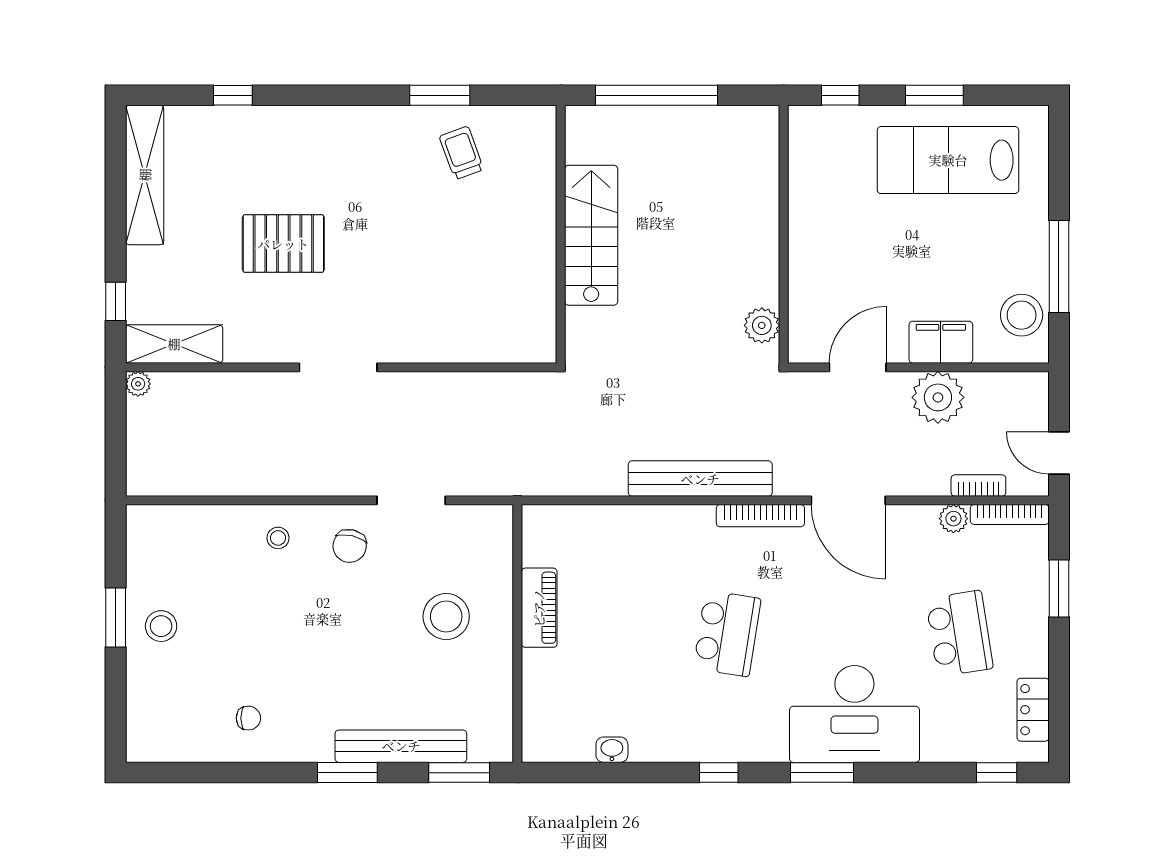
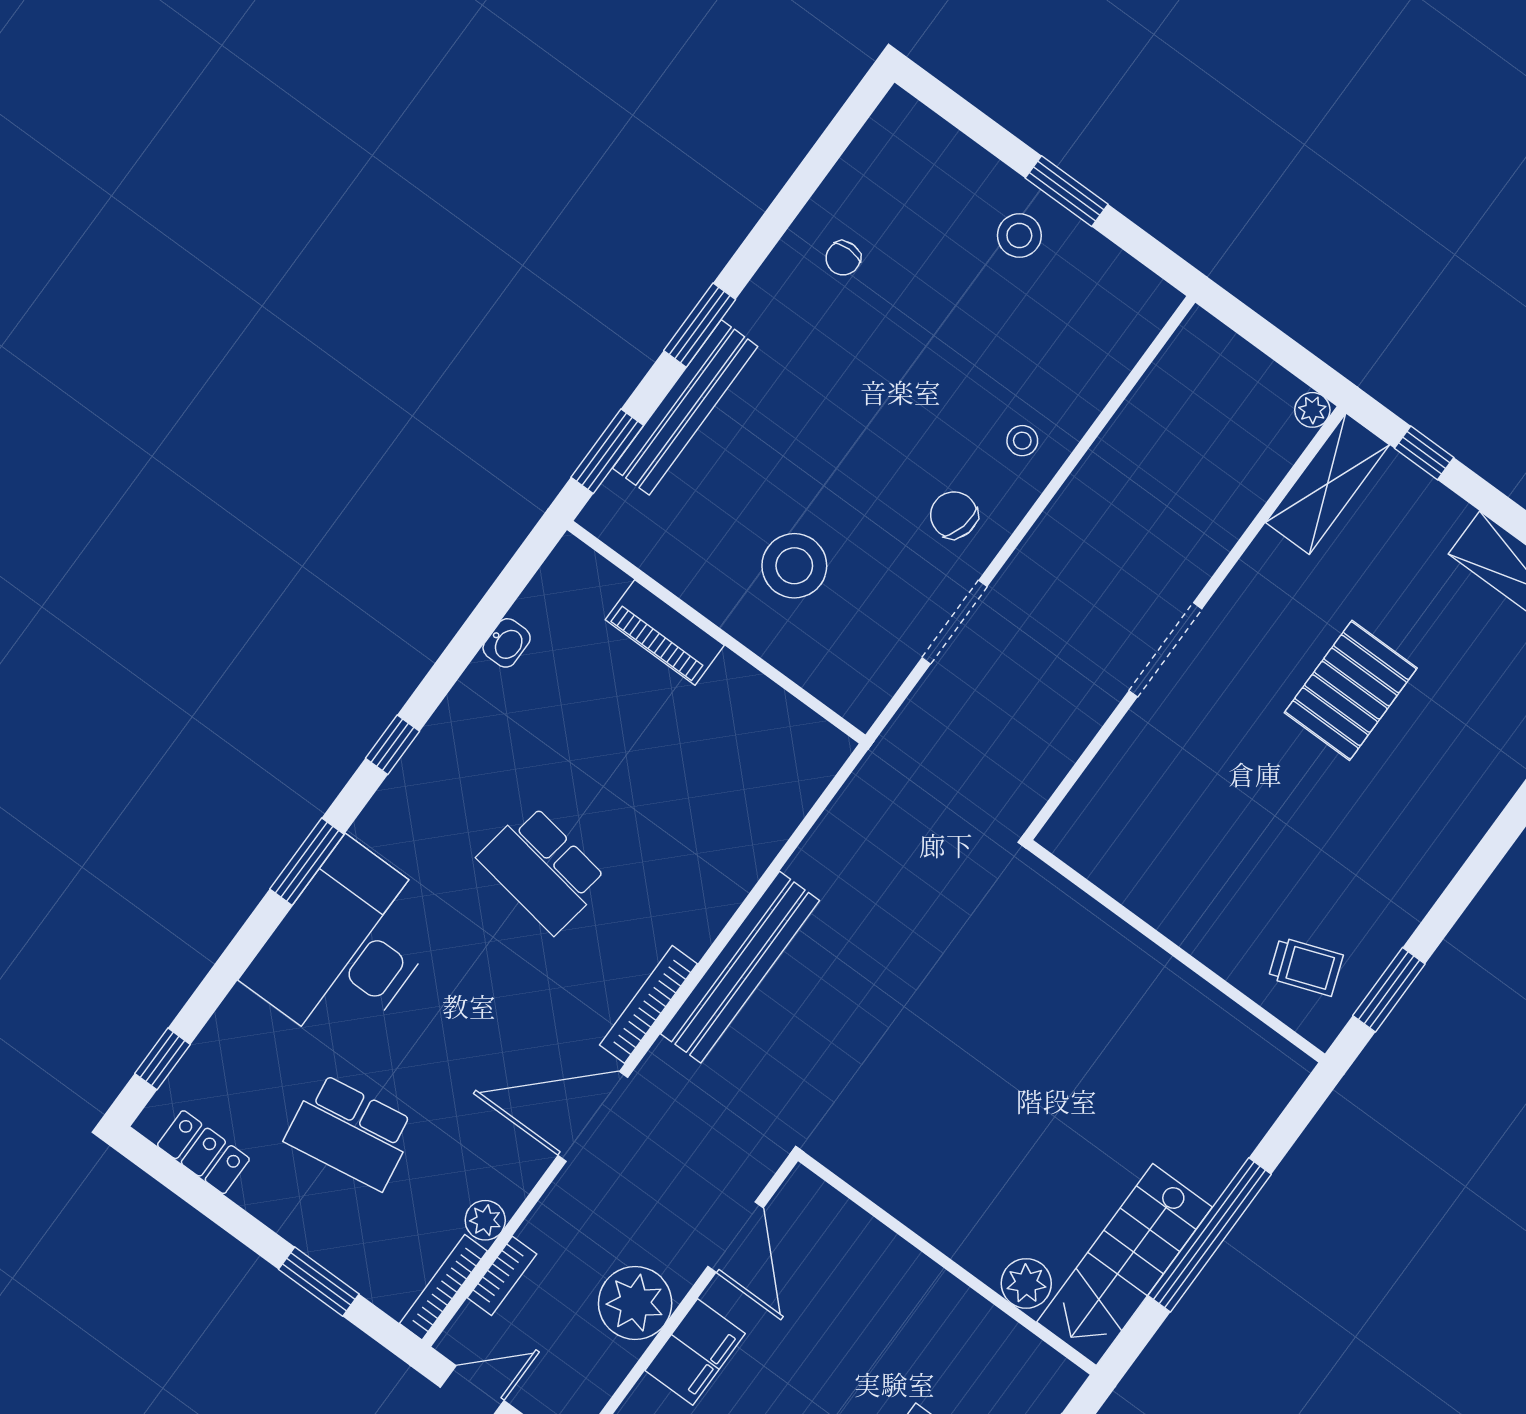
wall: (561, 234) -> (1176, 951), moved
stairs: (591, 235) -> (1125, 1265), moved, turned 90
plant: (762, 325) -> (1026, 1283), moved
piano: (539, 608) -> (665, 632), moved

